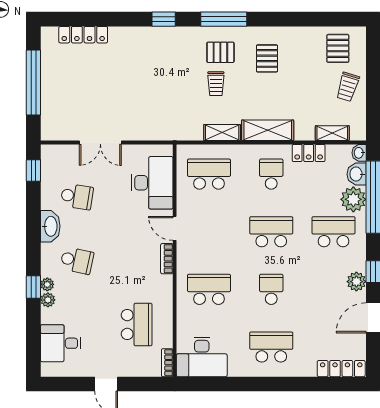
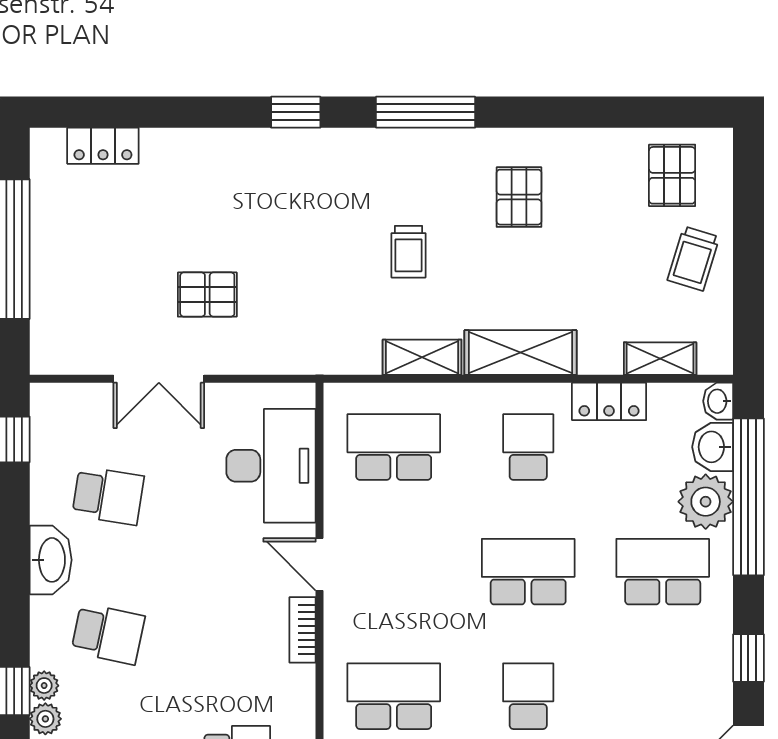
locker: (83, 35) -> (103, 146), width x0.66
pallet: (220, 52) -> (207, 295), moved
plant: (356, 282) -> (712, 679), removed

